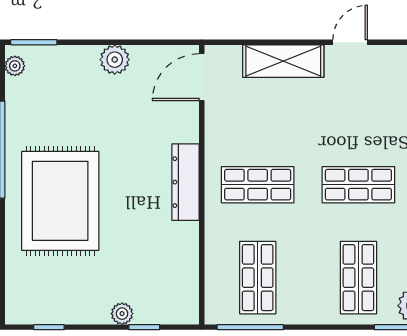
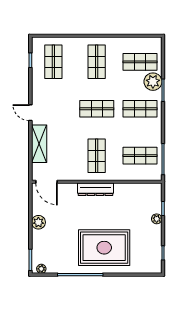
shop shelf: (358, 185) -> (97, 109), turned 90

